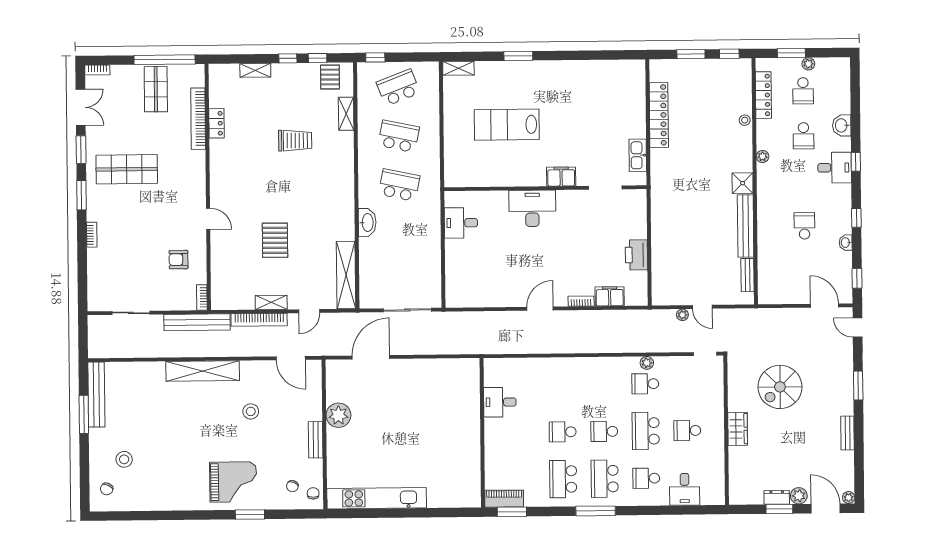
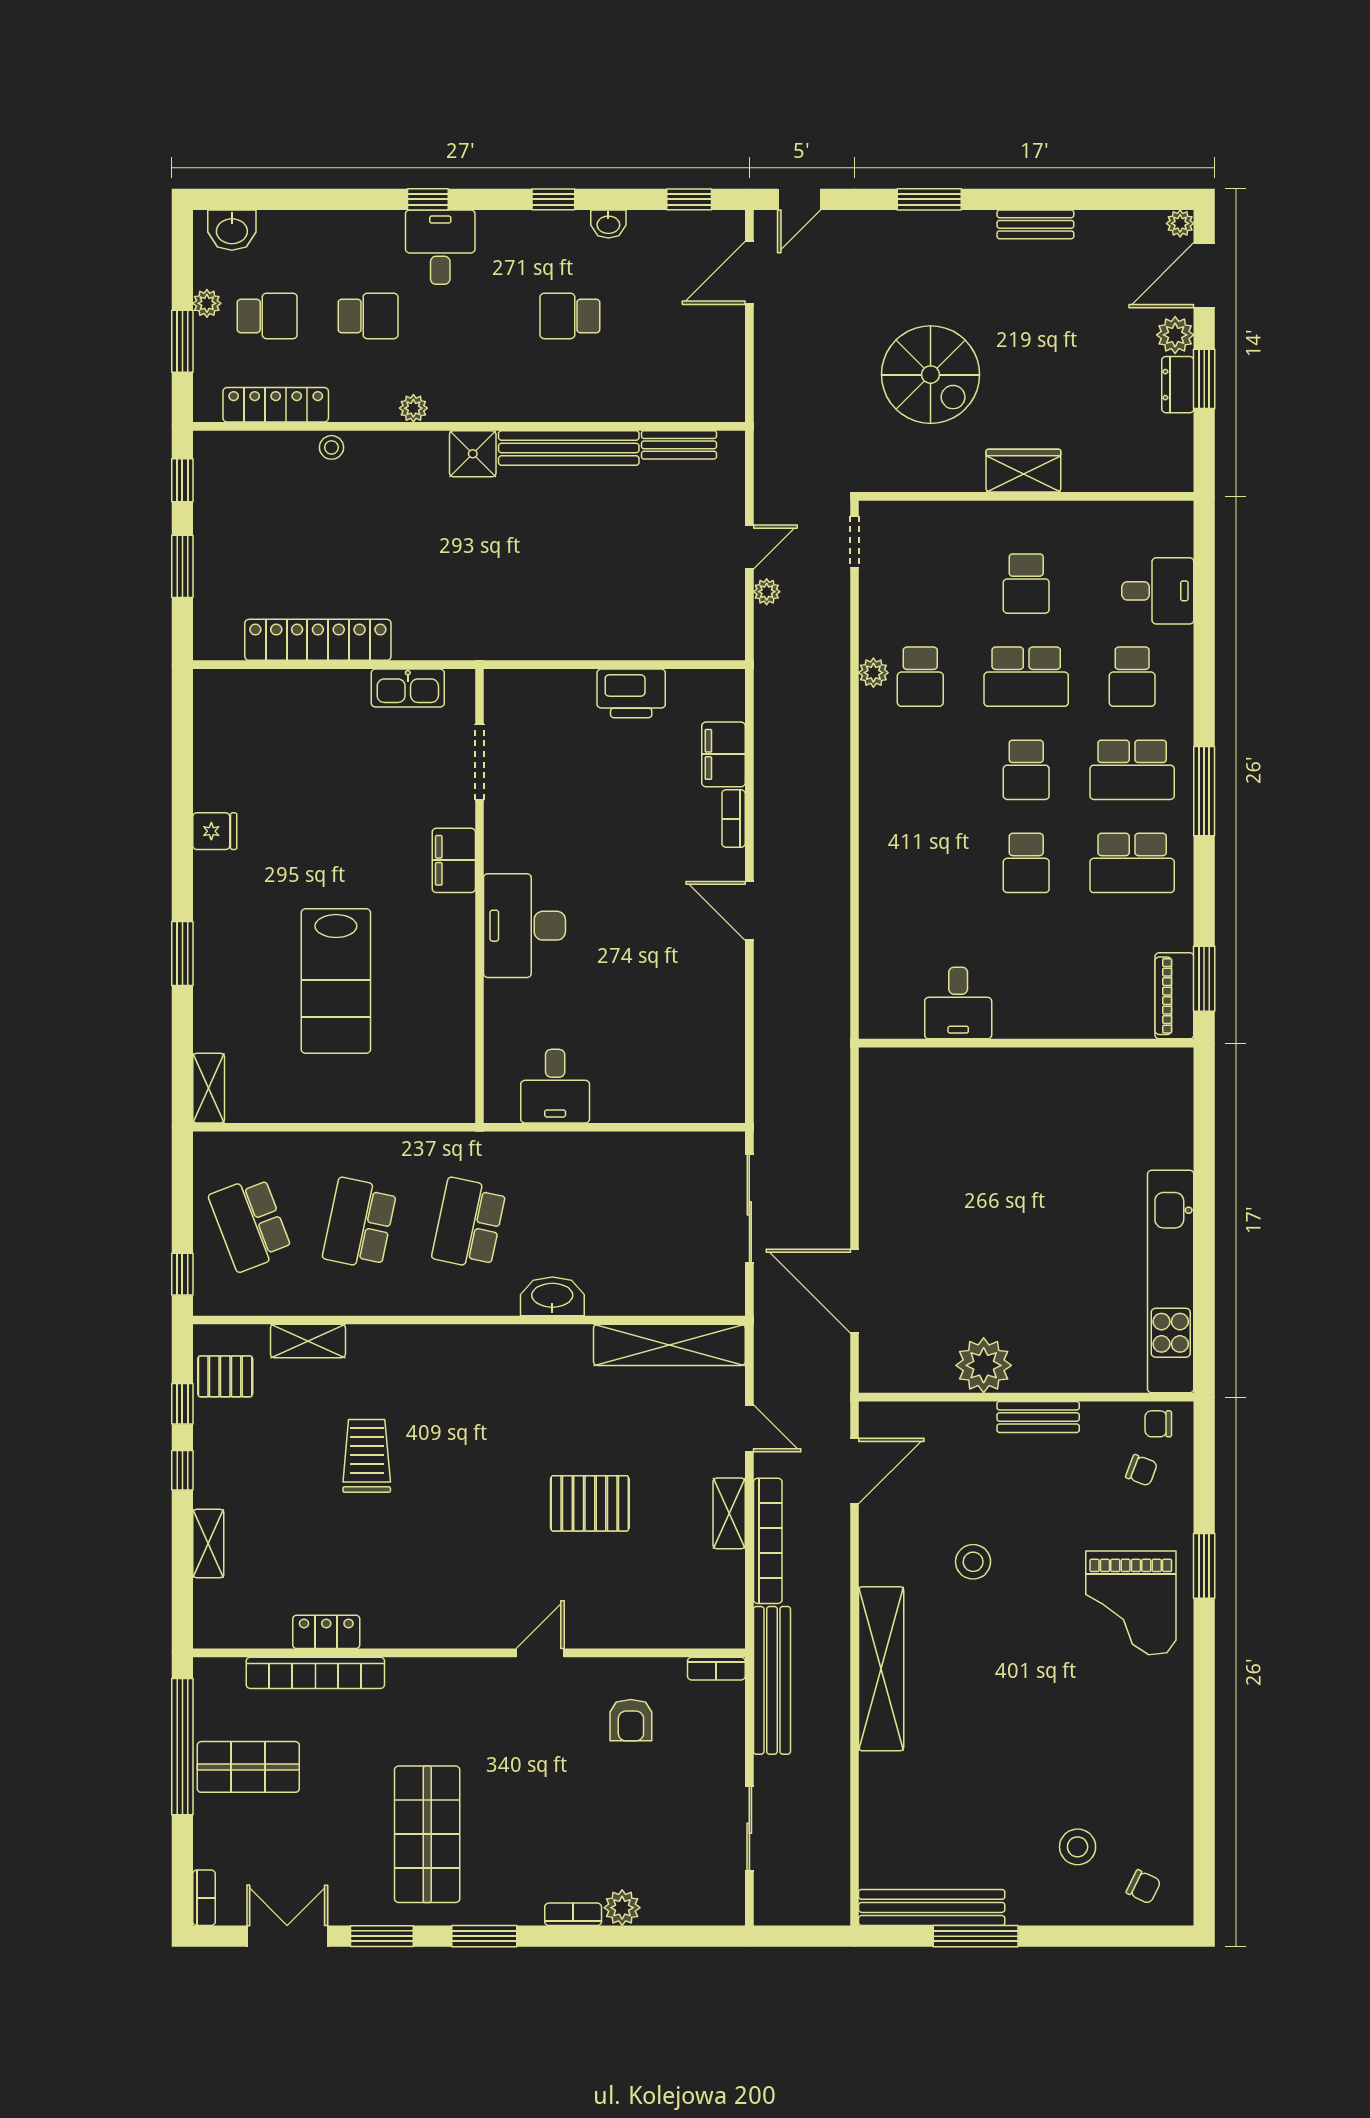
fridge: (573, 70) -> (215, 831), added
washbasin: (842, 125) -> (232, 230), moved
plant: (95, 257) -> (622, 1908), added
grand piano: (233, 482) -> (1131, 1603), turned 180

